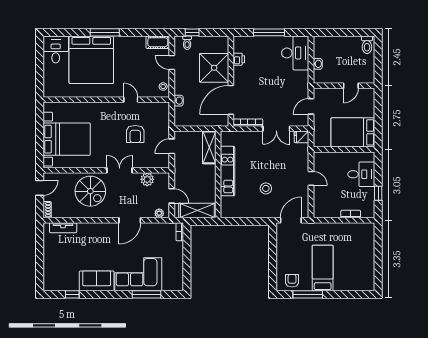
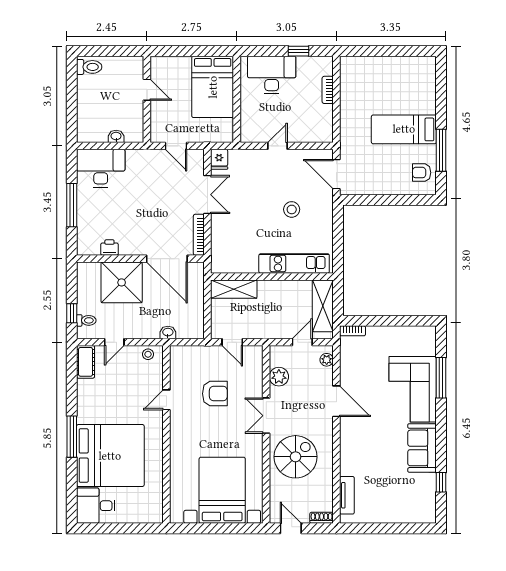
kitchen unit: (227, 171) -> (294, 264), moved
desk: (361, 174) -> (272, 75), width x1.37

